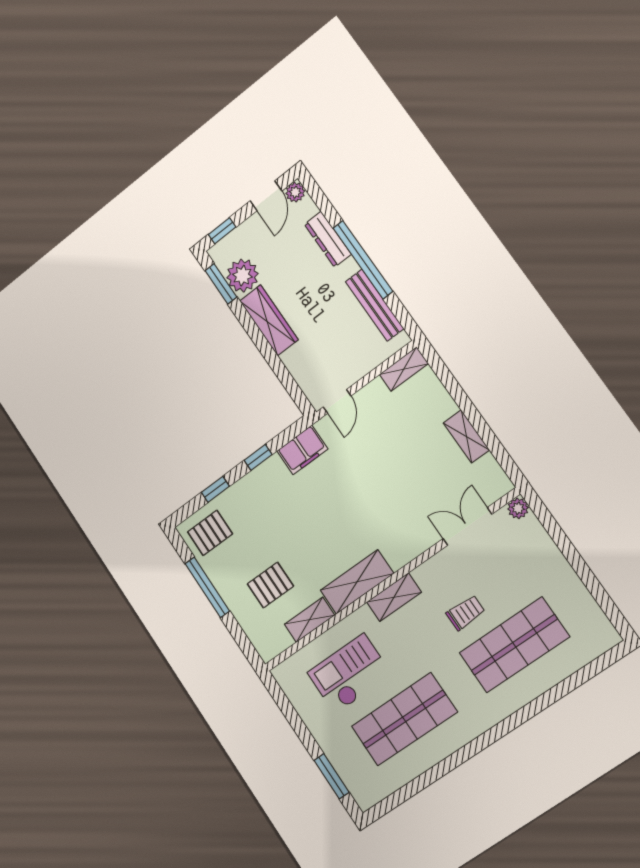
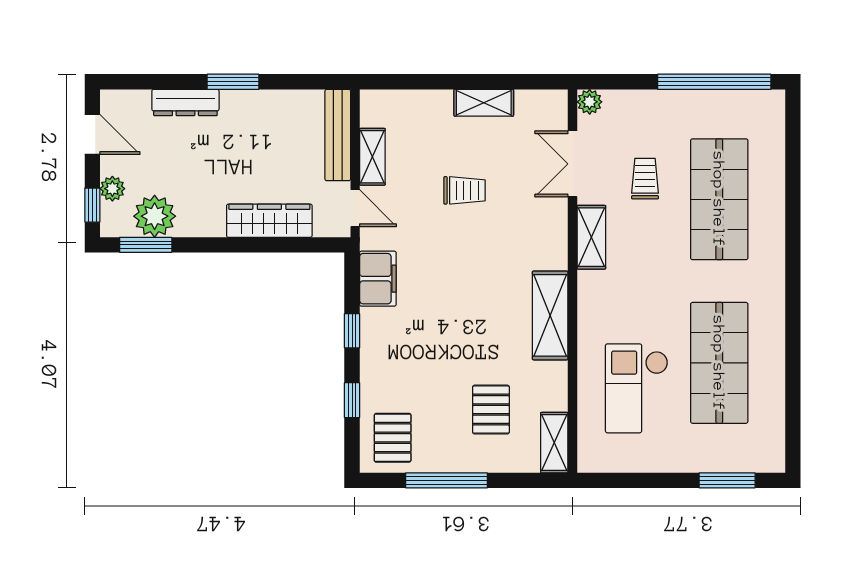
plant: (295, 192) -> (112, 189), moved
window: (363, 260) -> (233, 82), width x0.47
bench: (375, 305) -> (338, 135), moved, turned 90
wardrobe: (269, 320) -> (269, 221), moved
shelving: (404, 369) -> (372, 157), moved
trolley: (399, 466) -> (464, 190), added
window: (594, 586) -> (714, 82), added
shelving: (394, 597) -> (591, 237), moved
trolley: (466, 613) -> (645, 179), moved
shelving: (310, 620) -> (554, 443), moved

